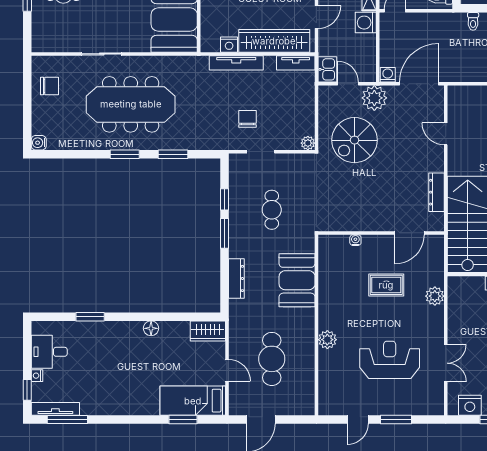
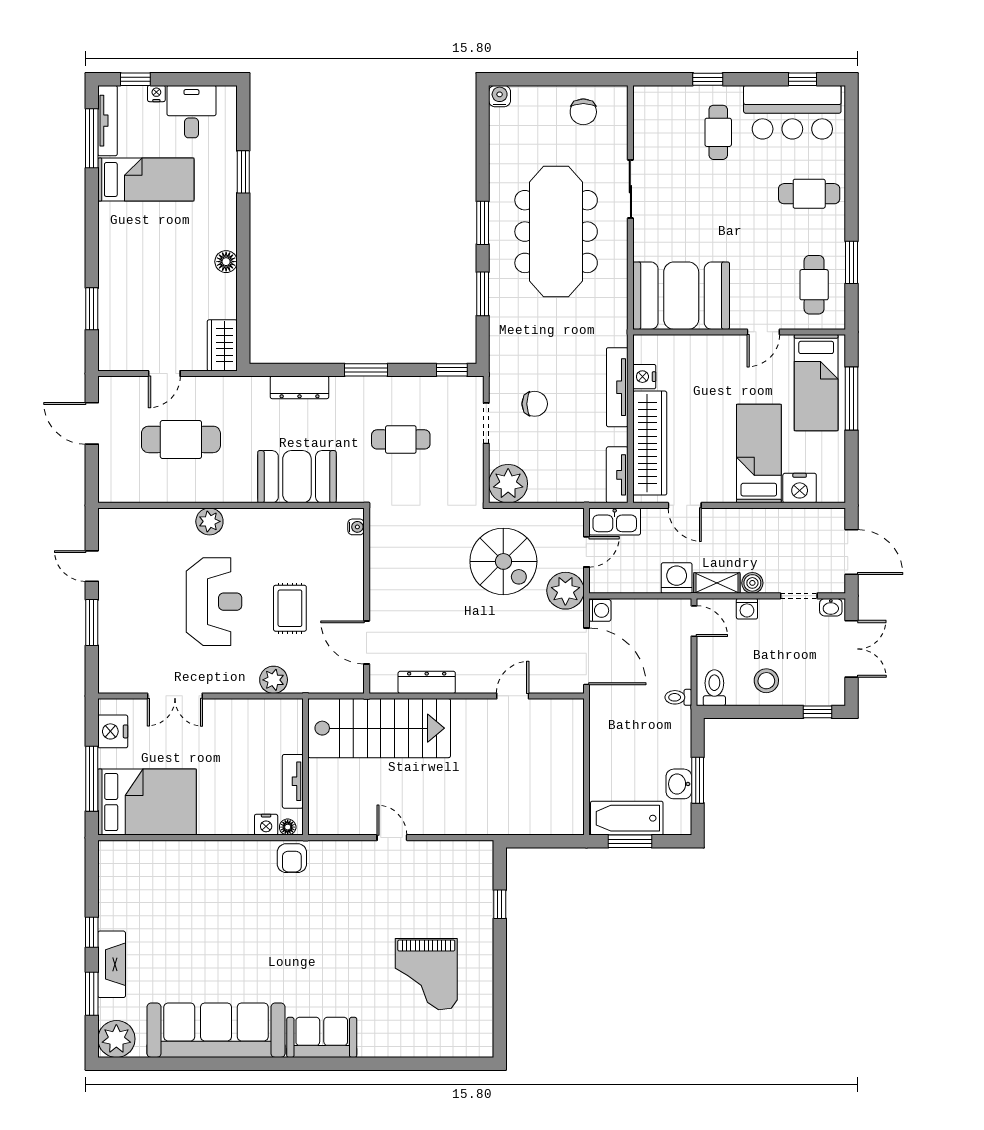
toilet: (473, 21) -> (678, 697), moved
kitchen sink: (327, 69) -> (615, 521), width x1.38
spiral stairs: (354, 140) -> (503, 561), turned 180
plant: (308, 143) -> (508, 484), width x1.87, depth x1.87
window: (224, 199) -> (452, 370), moved
water cooler: (355, 240) -> (356, 527), moved
reception desk: (390, 360) -> (214, 602), moved
bed: (193, 401) -> (146, 180), moved, turned 90

